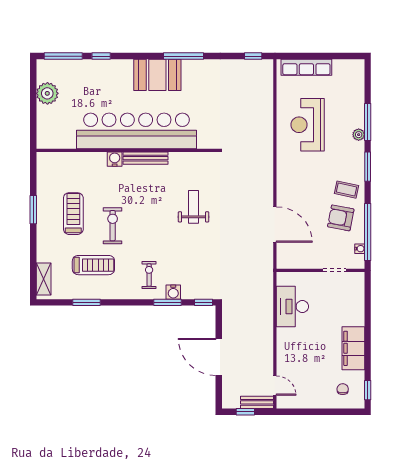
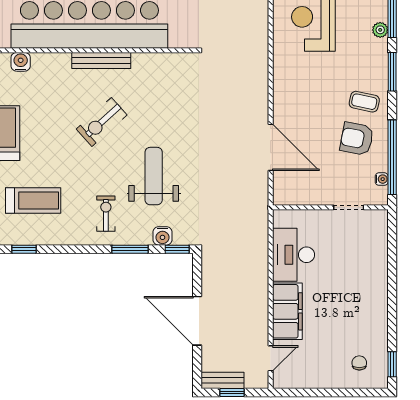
water cooler: (115, 159) -> (21, 62), moved
weight bench: (194, 207) -> (154, 176), moved, width x1.36, depth x1.33
exercise bike: (113, 226) -> (102, 122), moved, turned -132
water cooler: (173, 292) -> (163, 236), moved
window: (86, 302) -> (24, 249), width x0.67
filing cabinet: (353, 348) -> (287, 311), moved, turned 180
door: (275, 386) -> (271, 358), hinge flipped
bench: (257, 402) -> (222, 380), moved

